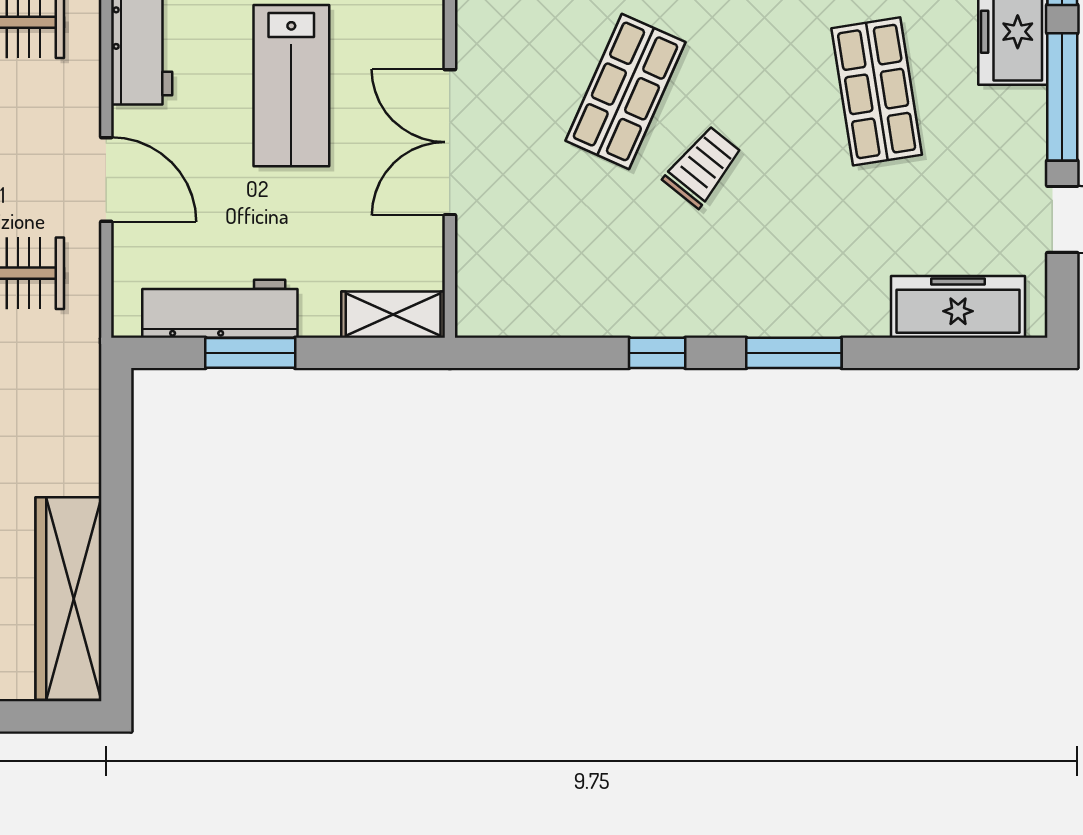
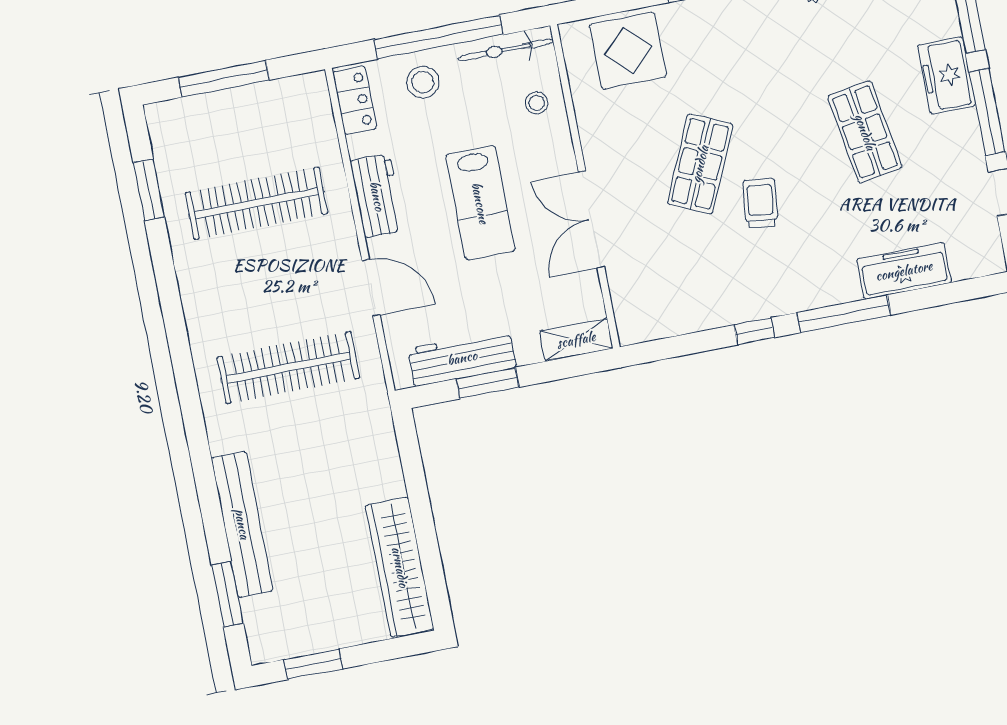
trolley: (703, 167) -> (760, 203), turned -32
freezer: (958, 307) -> (904, 271), moved
window: (794, 353) -> (844, 314), width x1.44

